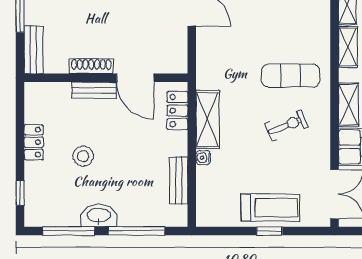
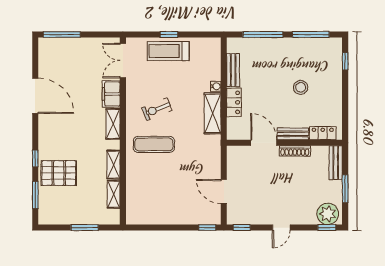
locker: (177, 111) -> (234, 102), moved
locker: (34, 142) -> (323, 133), moved, turned 90
washbasin: (99, 216) -> (289, 45), removed

